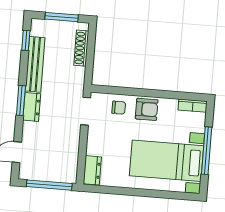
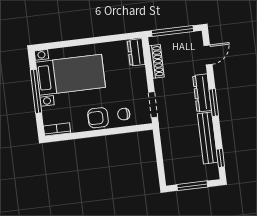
shoe rack: (81, 48) -> (157, 61), moved
dresser: (32, 107) -> (202, 93), width x1.44

